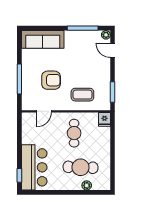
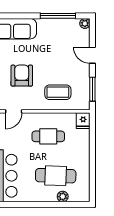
door: (113, 50) -> (92, 55), moved
armchair: (51, 80) -> (22, 76), turned -90
cafe table: (74, 133) -> (48, 136), turned 90

